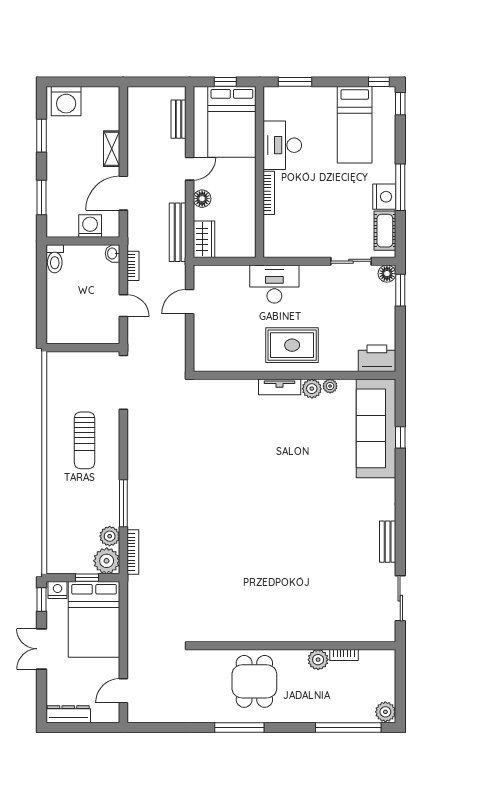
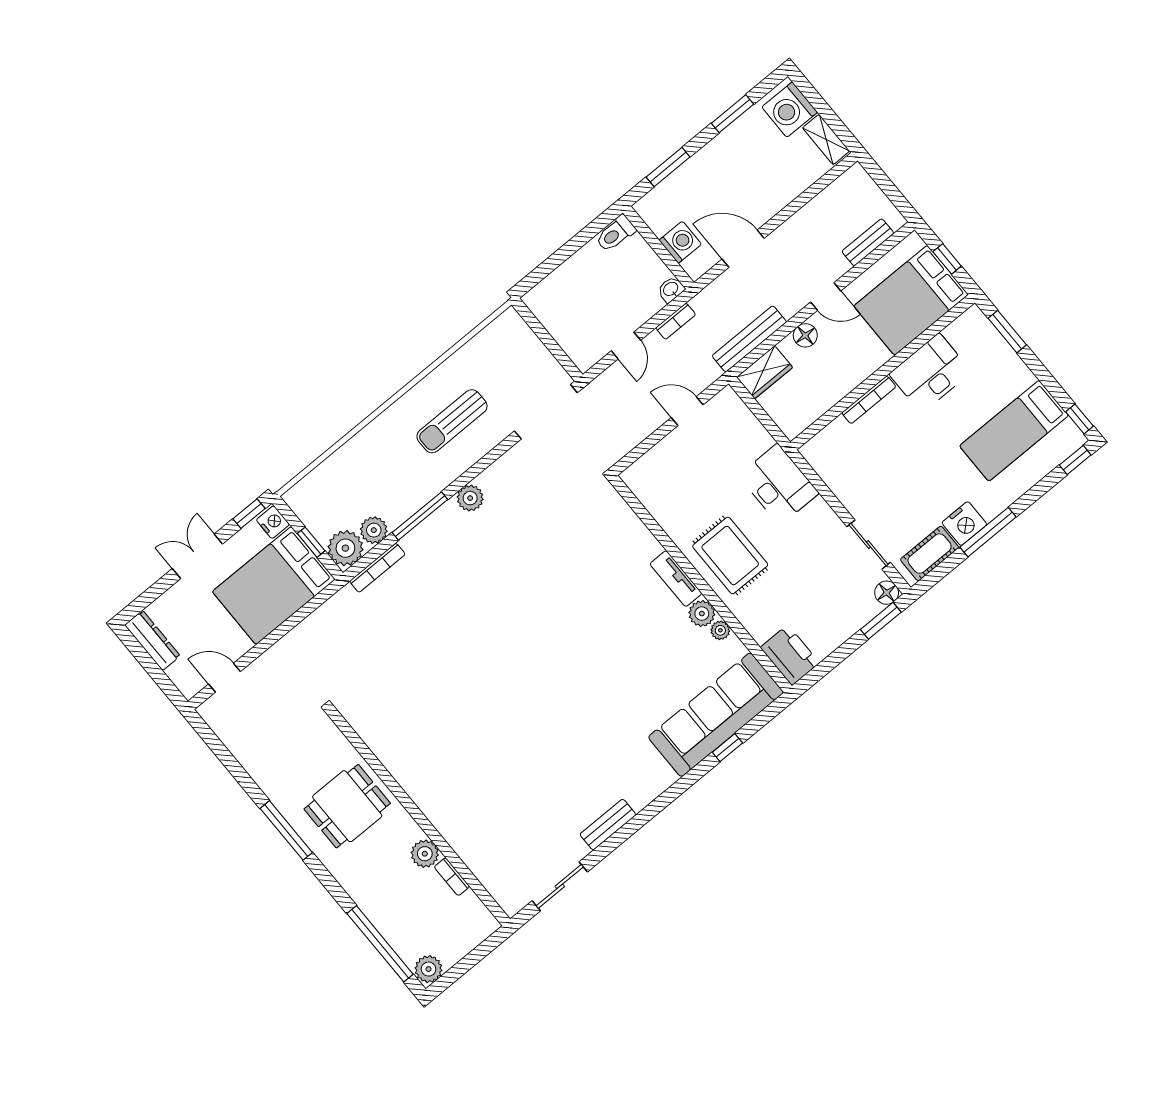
shelving: (112, 149) -> (826, 139), moved, turned 90
plant: (137, 466) -> (470, 498), added

